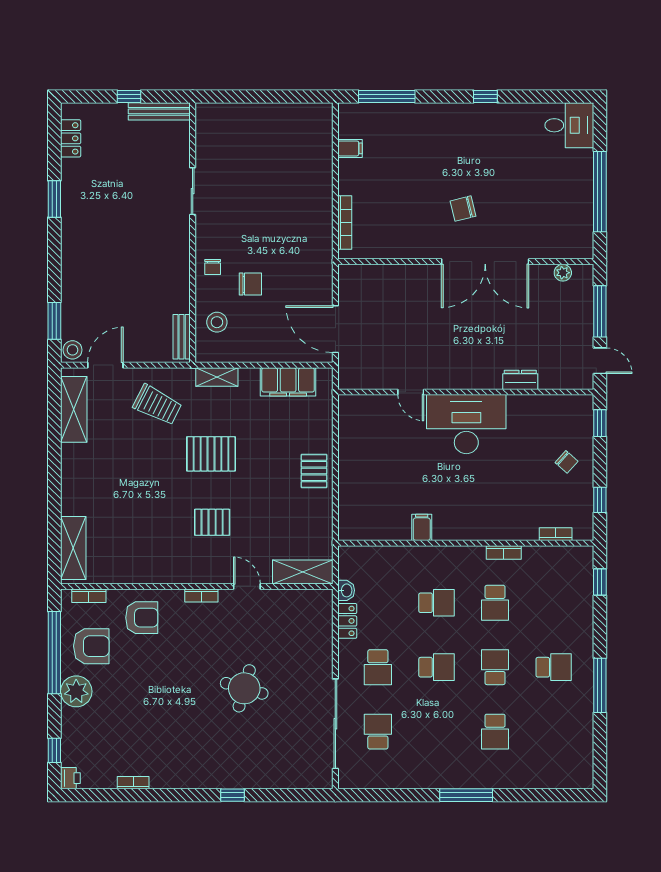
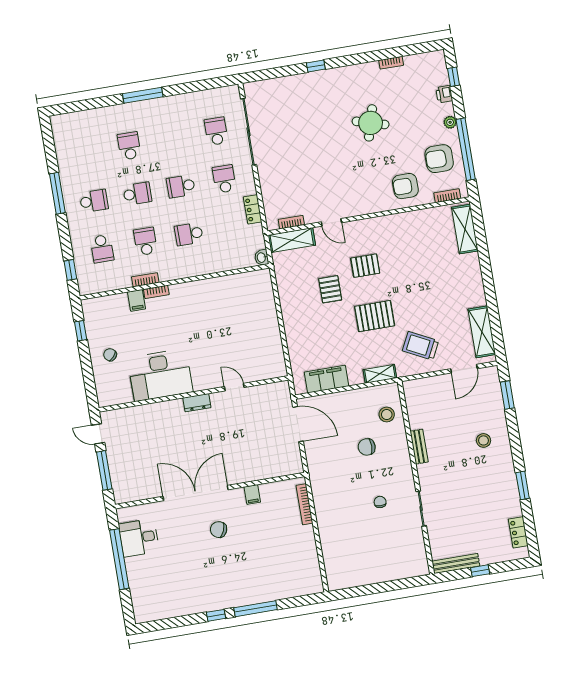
window: (387, 97) -> (256, 609), moved
desk: (569, 125) -> (139, 538), moved
filing cabinet: (350, 148) -> (252, 494), moved, turned -90
chair: (463, 209) -> (219, 530), turned -144
chair: (213, 267) -> (380, 502), moved
plant: (563, 273) -> (137, 495), removed
bench: (182, 337) -> (419, 447), moved
stool: (72, 350) -> (483, 440), moved
dresser: (520, 380) -> (197, 403), moved
window: (600, 423) -> (90, 388), removed
desk: (466, 424) -> (160, 375), moved
pallet: (314, 471) -> (330, 289), moved
filing cabinet: (422, 527) -> (136, 300), moved
bookcase: (556, 534) -> (156, 292), moved
washbasin: (346, 590) -> (262, 258), moved
bookcase: (201, 596) -> (291, 222), moved
school desk: (554, 603) -> (102, 249), added
school desk: (495, 667) -> (137, 194), turned -90
school desk: (554, 667) -> (94, 201), turned 180
round table: (244, 688) -> (371, 123), moved
plant: (76, 691) -> (450, 122), width x0.53, depth x0.53
school desk: (378, 732) -> (216, 131), turned 180
printer: (70, 778) -> (444, 94), moved

